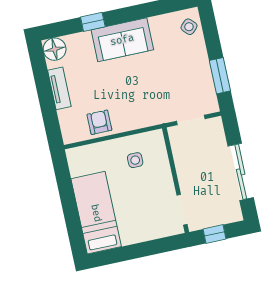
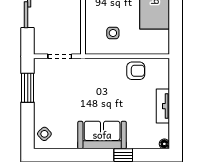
floor lamp: (55, 49) -> (164, 144), width x0.53, depth x0.53
armchair: (99, 122) -> (136, 71), turned -90

